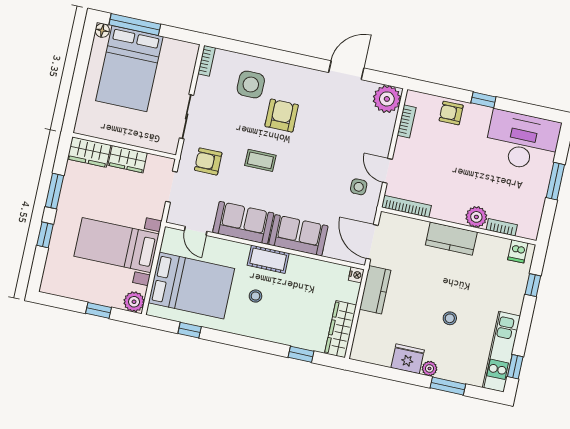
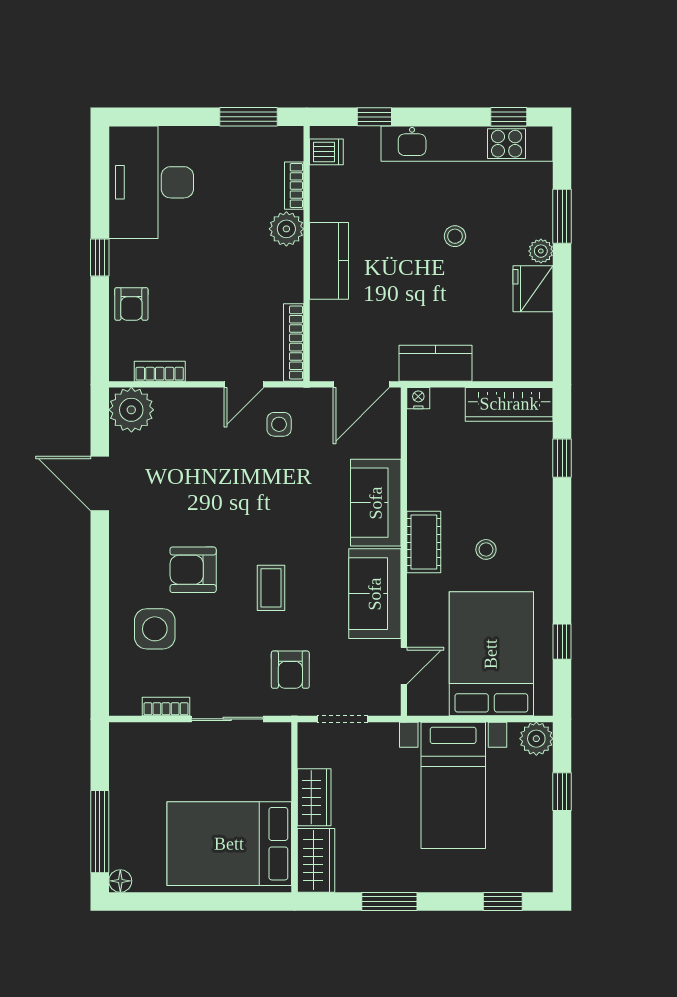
bookcase: (207, 61) -> (166, 706), moved
bed: (129, 69) -> (229, 844), moved, turned 180
window: (555, 181) -> (249, 117), moved
window: (45, 235) -> (503, 901), moved
kitchen unit: (501, 352) -> (467, 144), width x1.36

